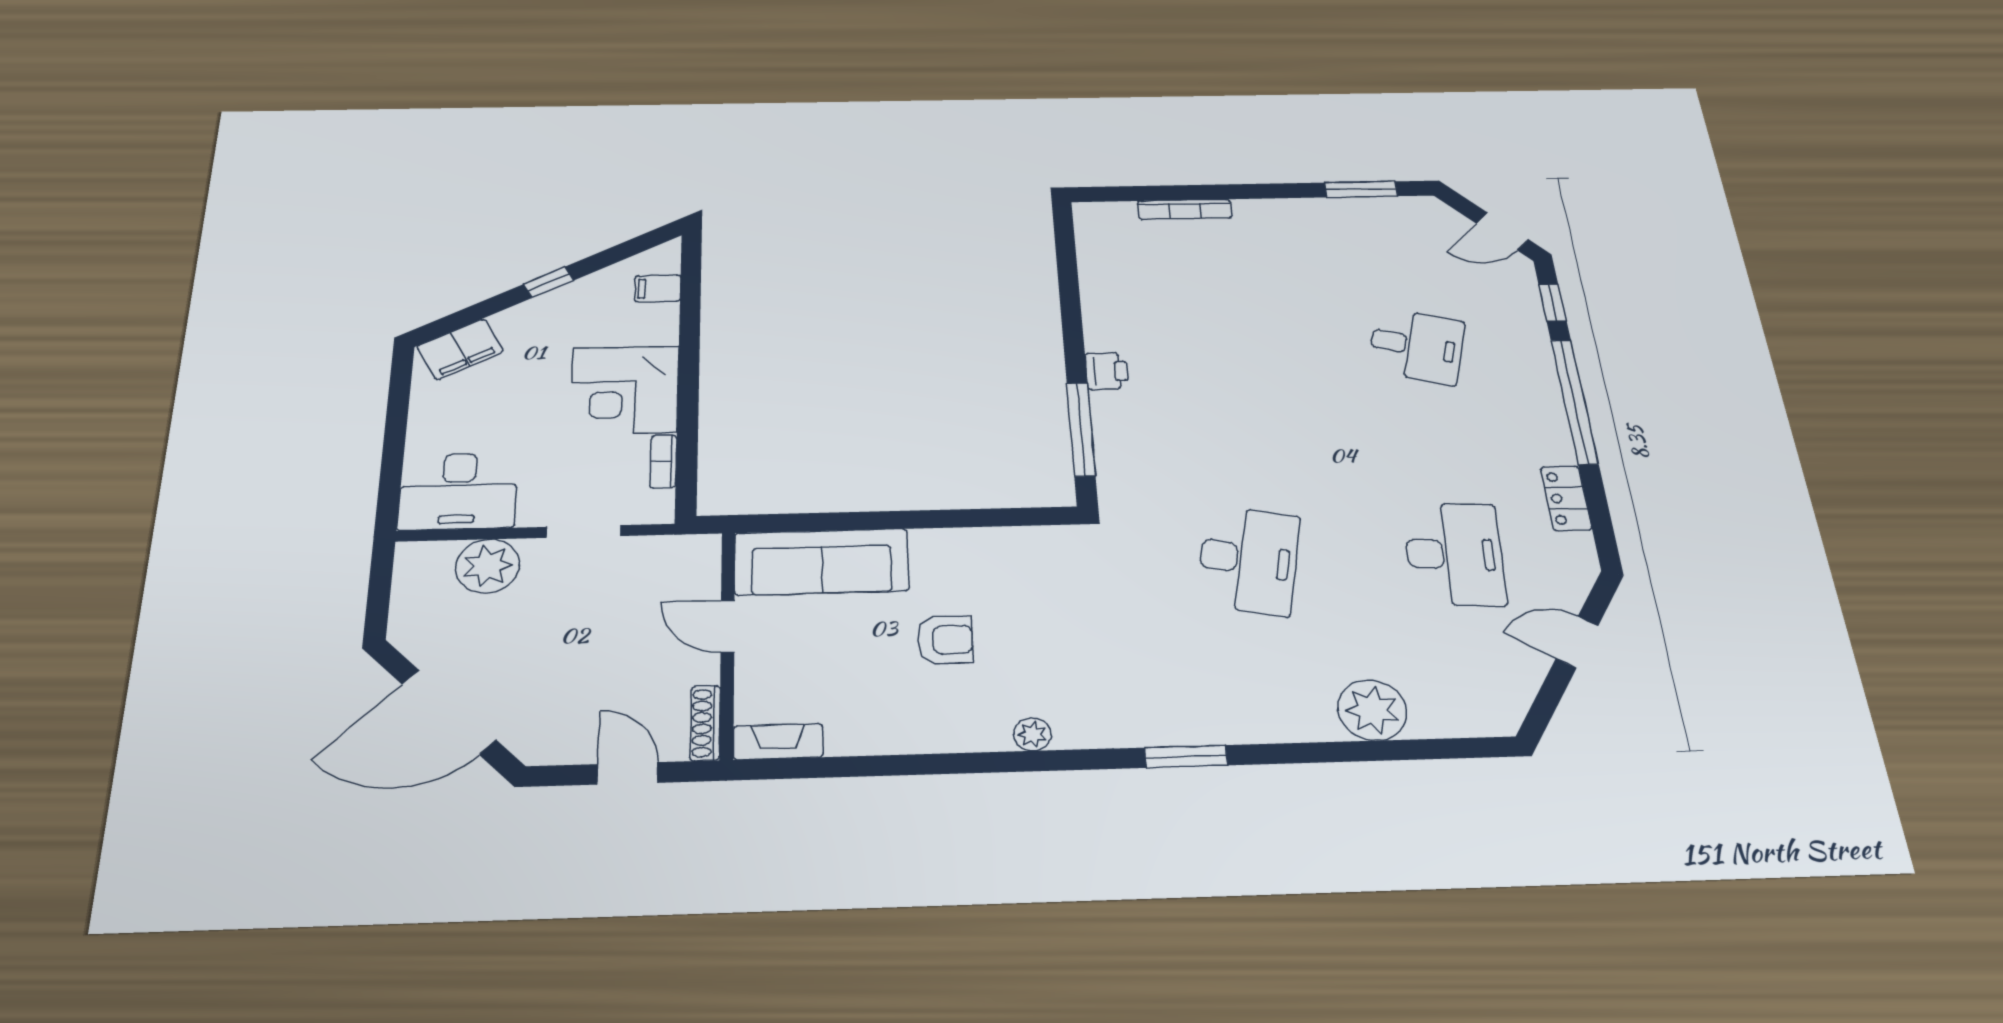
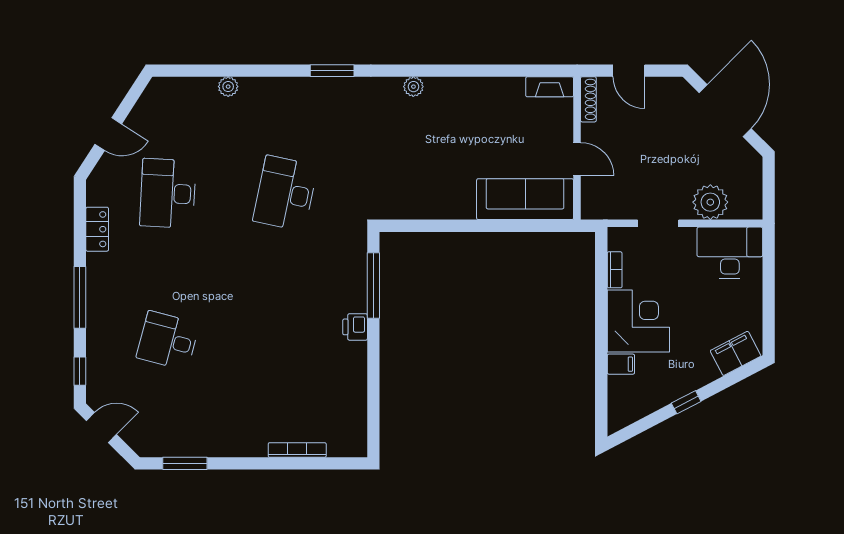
filing cabinet: (658, 288) -> (621, 364), moved
window: (1574, 401) -> (80, 297), width x0.68
armchair: (945, 640) -> (458, 147), removed
plant: (1372, 710) -> (228, 87), width x0.53, depth x0.53
door: (449, 712) -> (725, 111), hinge flipped

